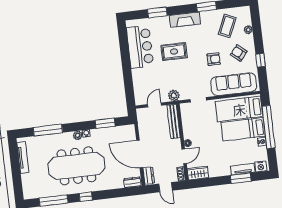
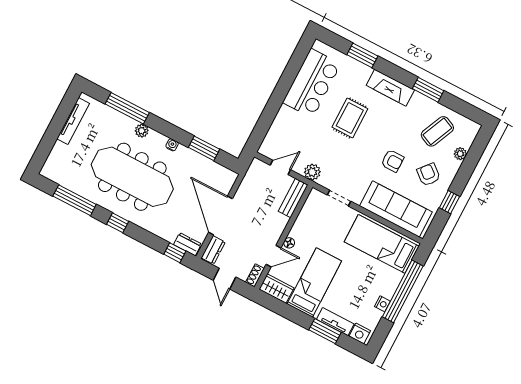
rug: (174, 52) -> (350, 118), turned 90
bench: (174, 122) -> (293, 198), width x0.73
bed: (243, 129) -> (314, 283), moved, turned 90
plant: (78, 135) -> (142, 131), moved
window: (128, 192) -> (175, 253), added

